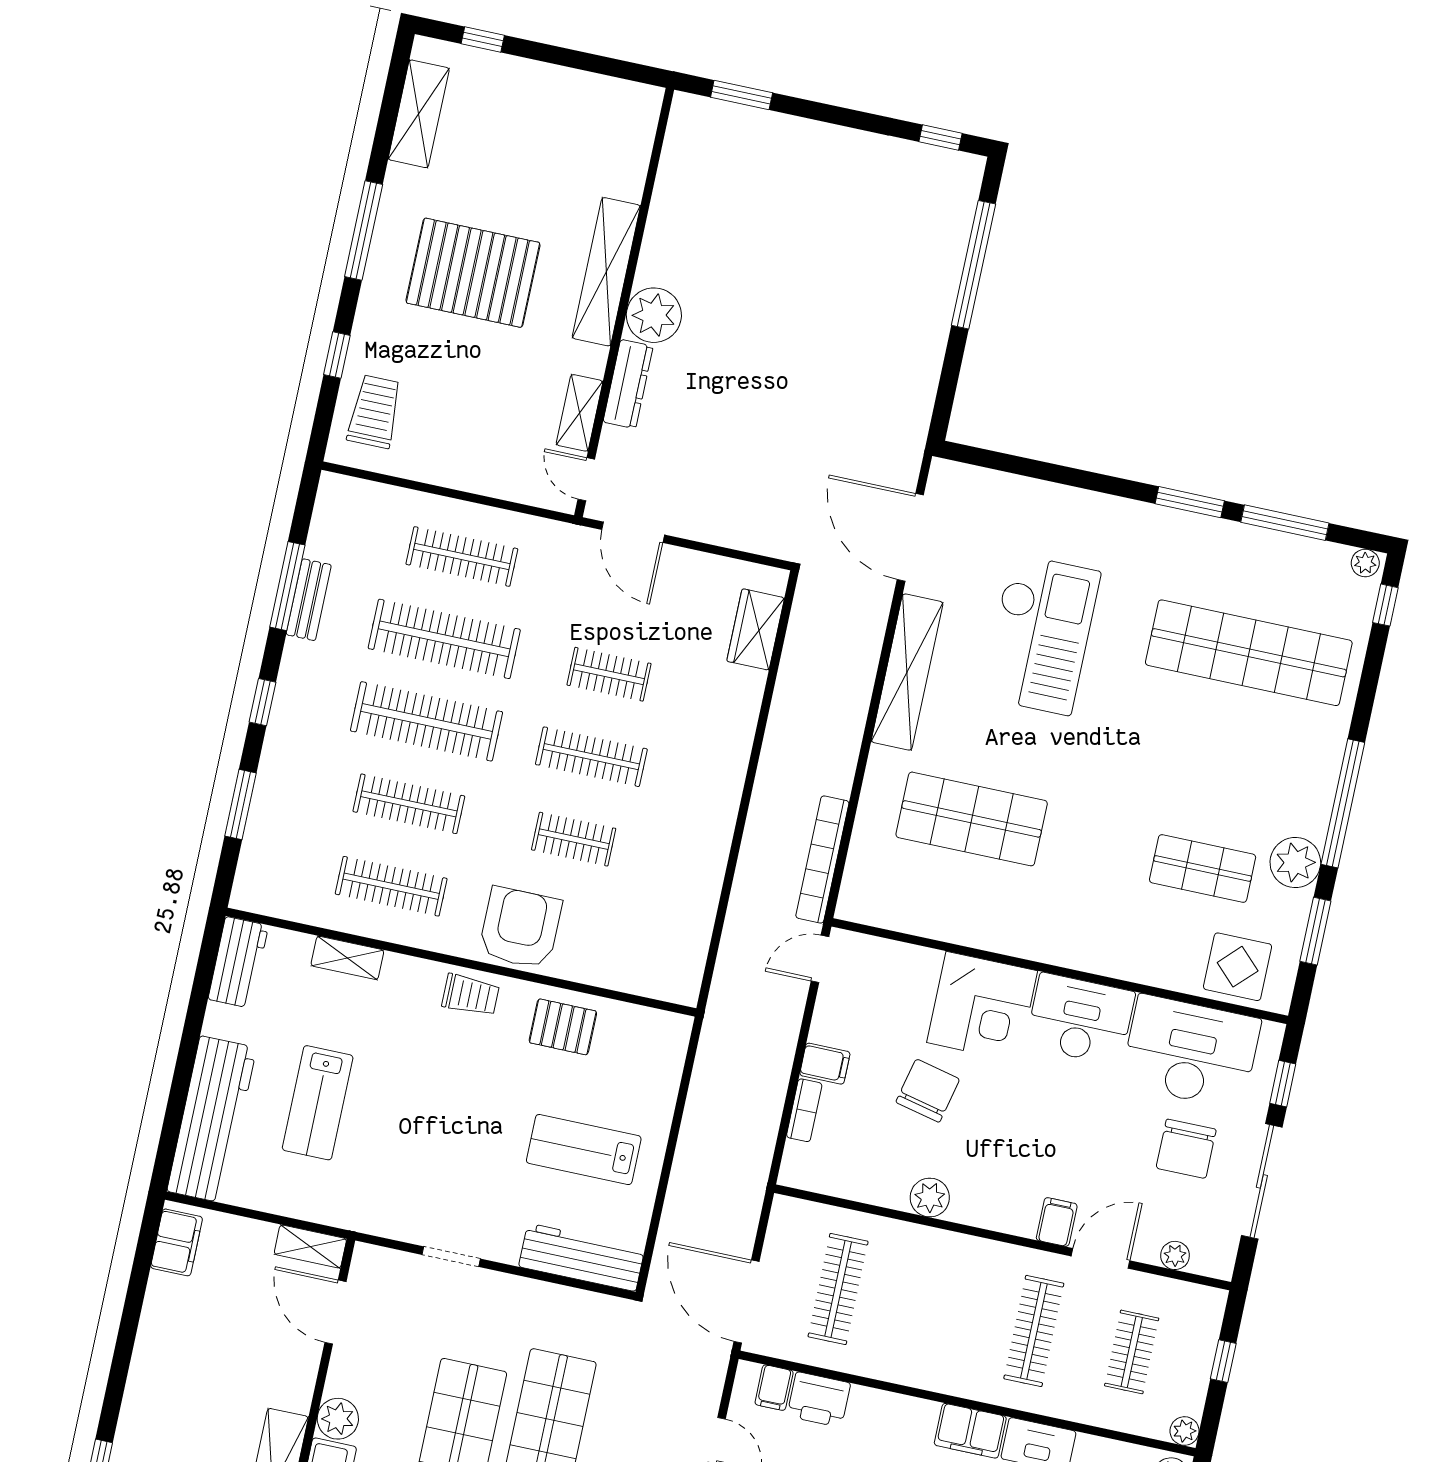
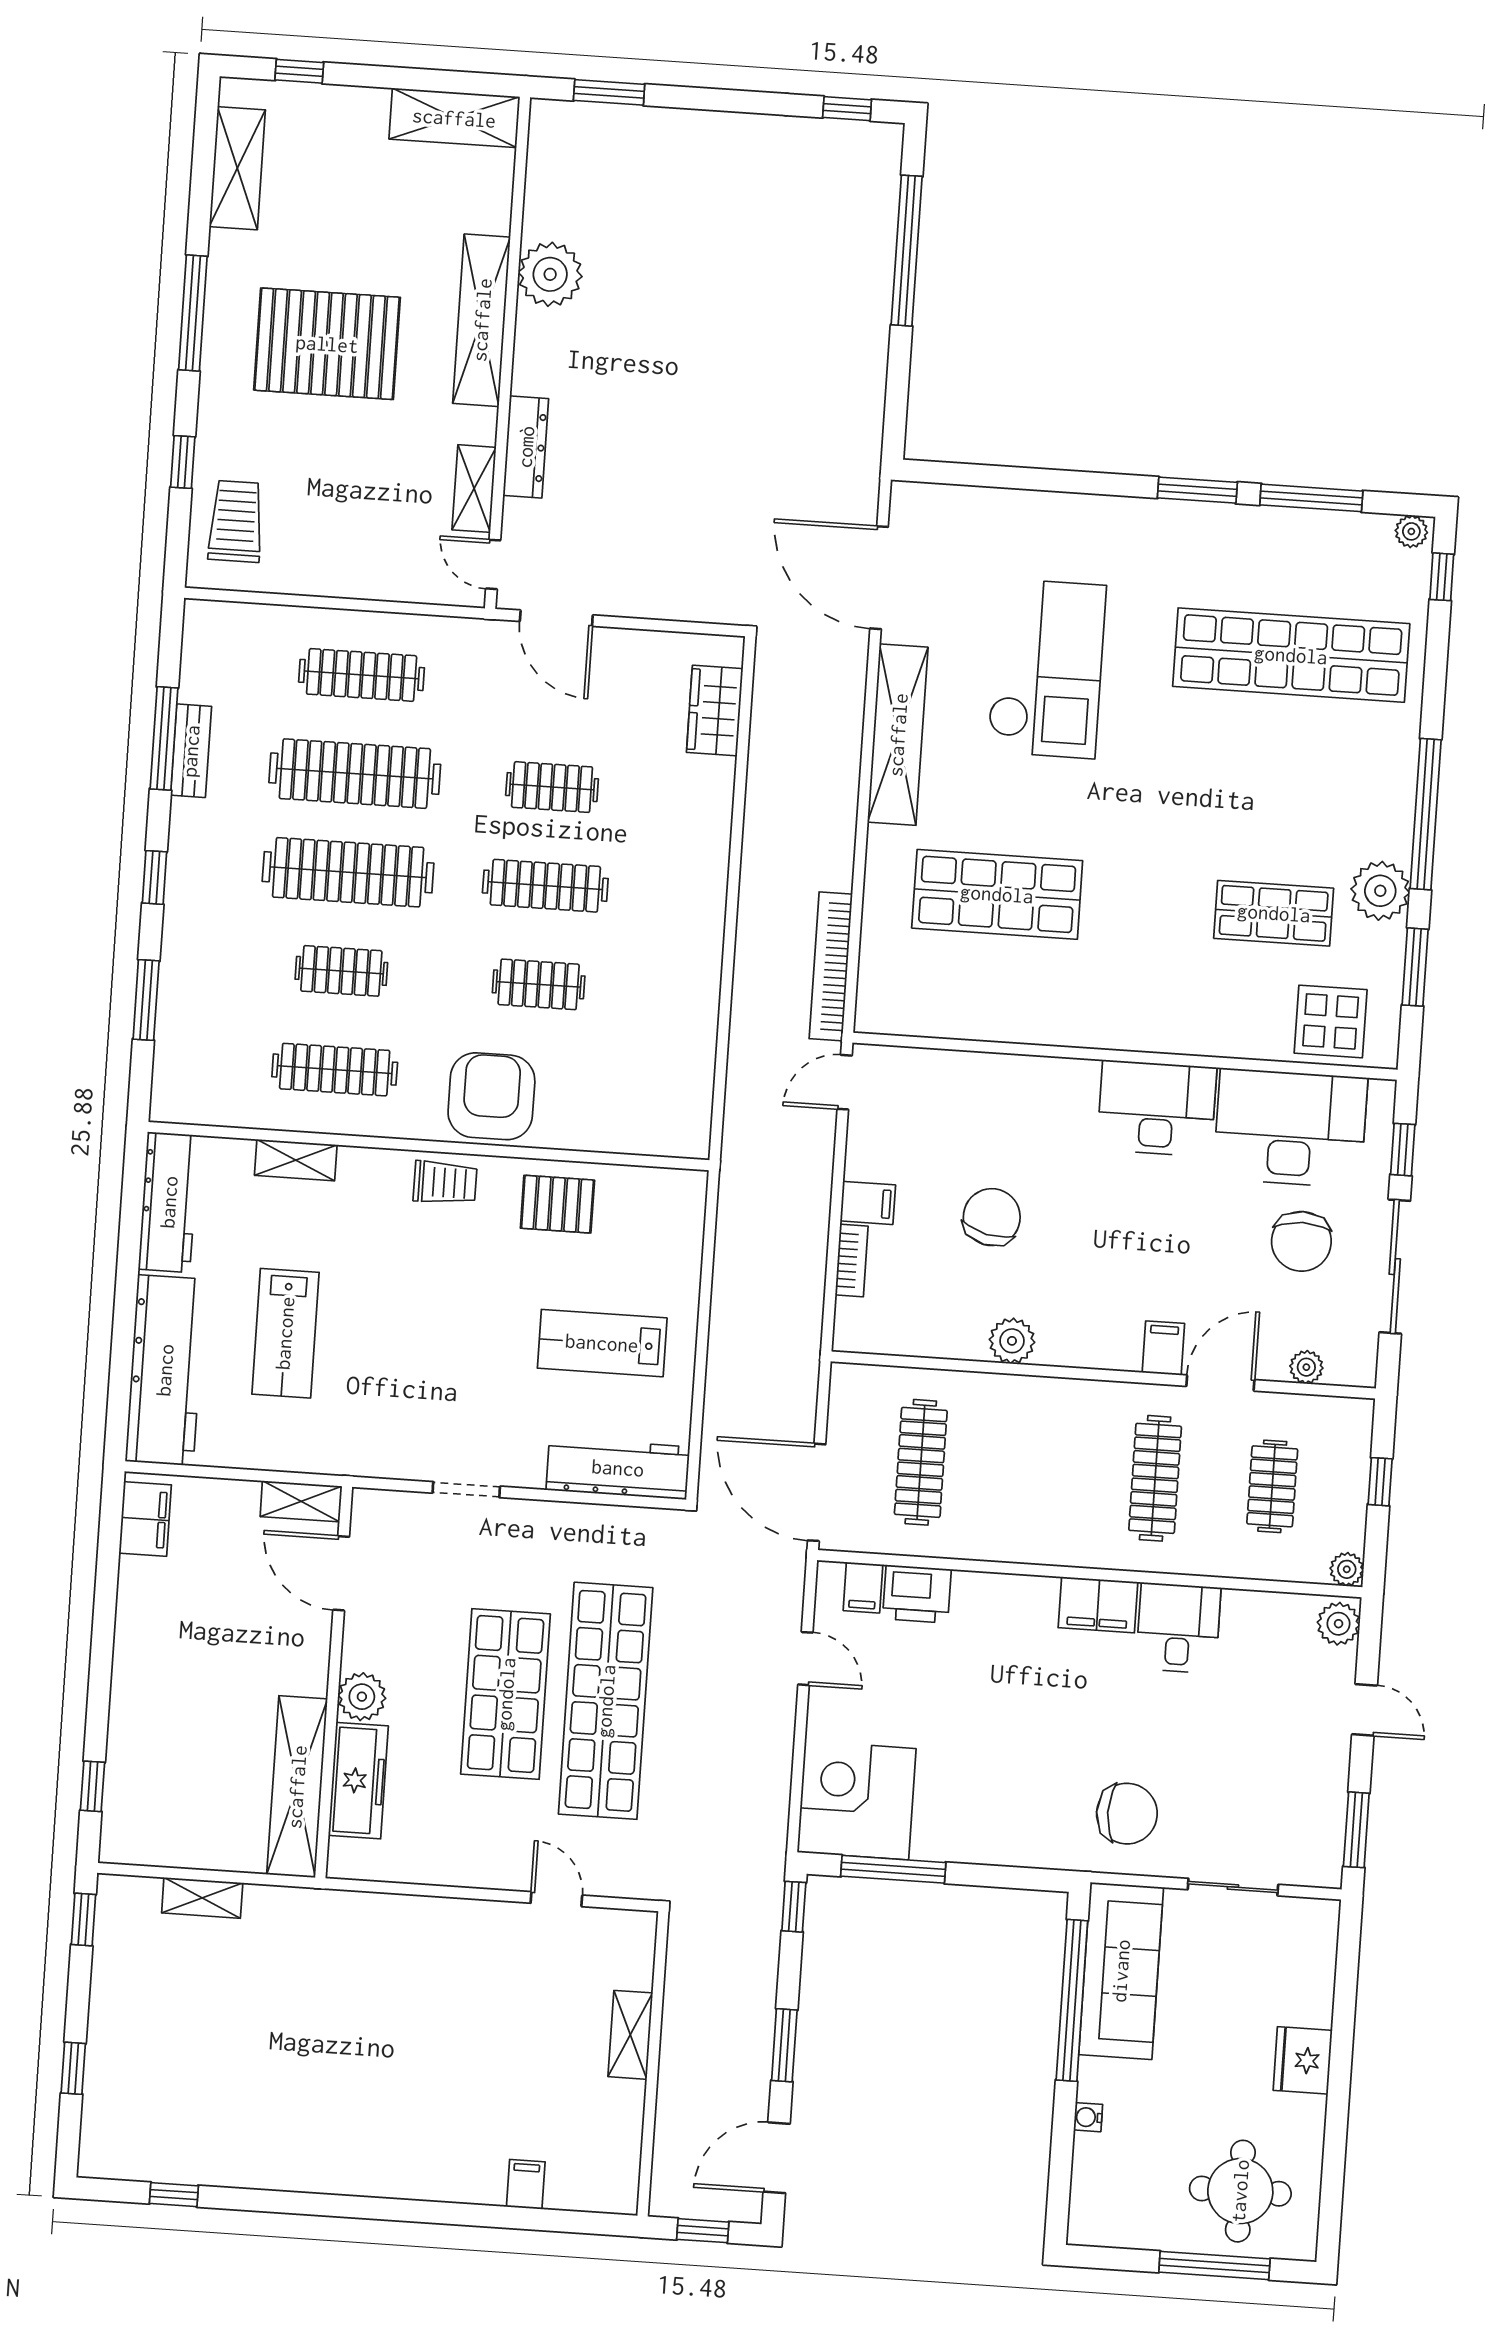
shelving: (608, 98) -> (454, 118), added
plant: (654, 315) -> (550, 274), moved
clothes rail: (409, 804) -> (341, 971), width x0.73
workbench: (238, 962) -> (169, 1202), width x1.38
corner desk: (982, 1007) -> (1041, 1111), removed

